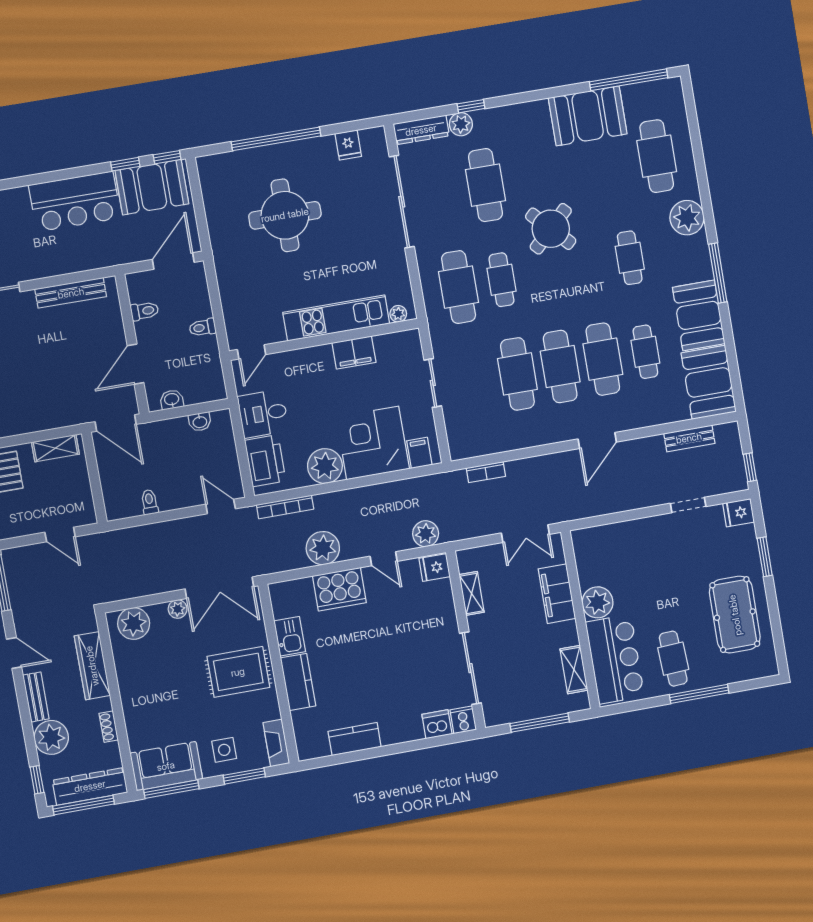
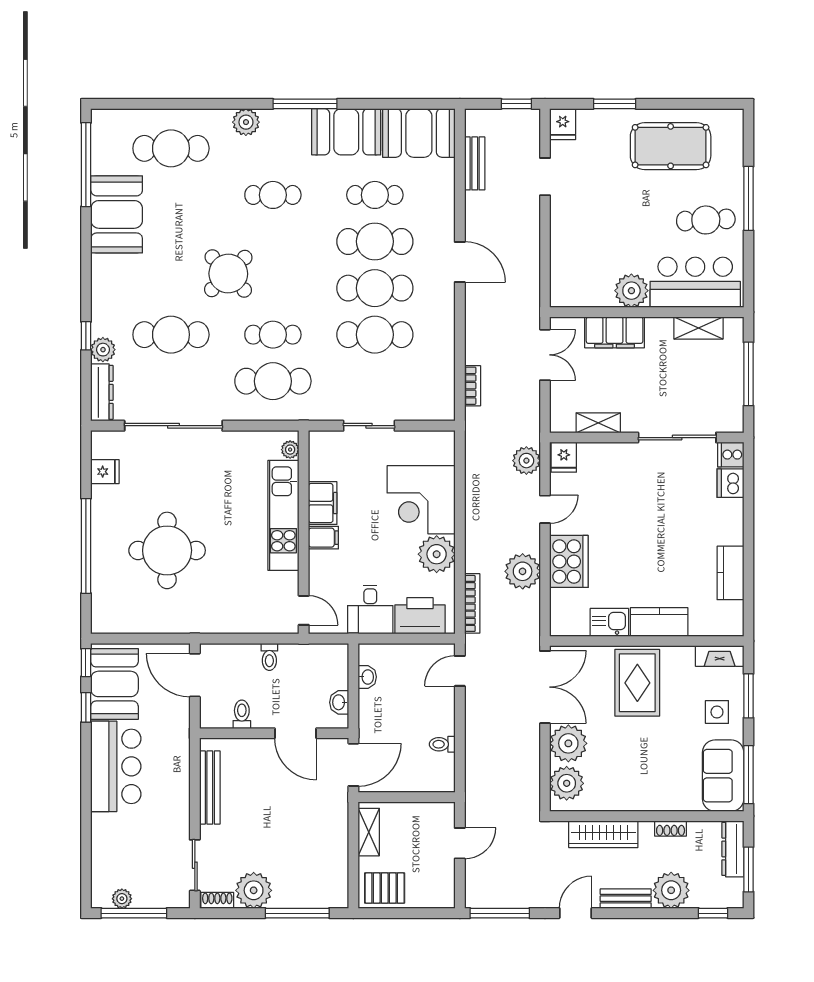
plant: (687, 218) -> (246, 122), width x0.73, depth x0.73
filing cabinet: (419, 453) -> (323, 538), moved, turned 180
plant: (178, 609) -> (568, 743), width x1.87, depth x1.87
dresser: (90, 786) -> (733, 849), width x0.73, depth x0.80
window: (83, 805) -> (748, 869), width x0.69

